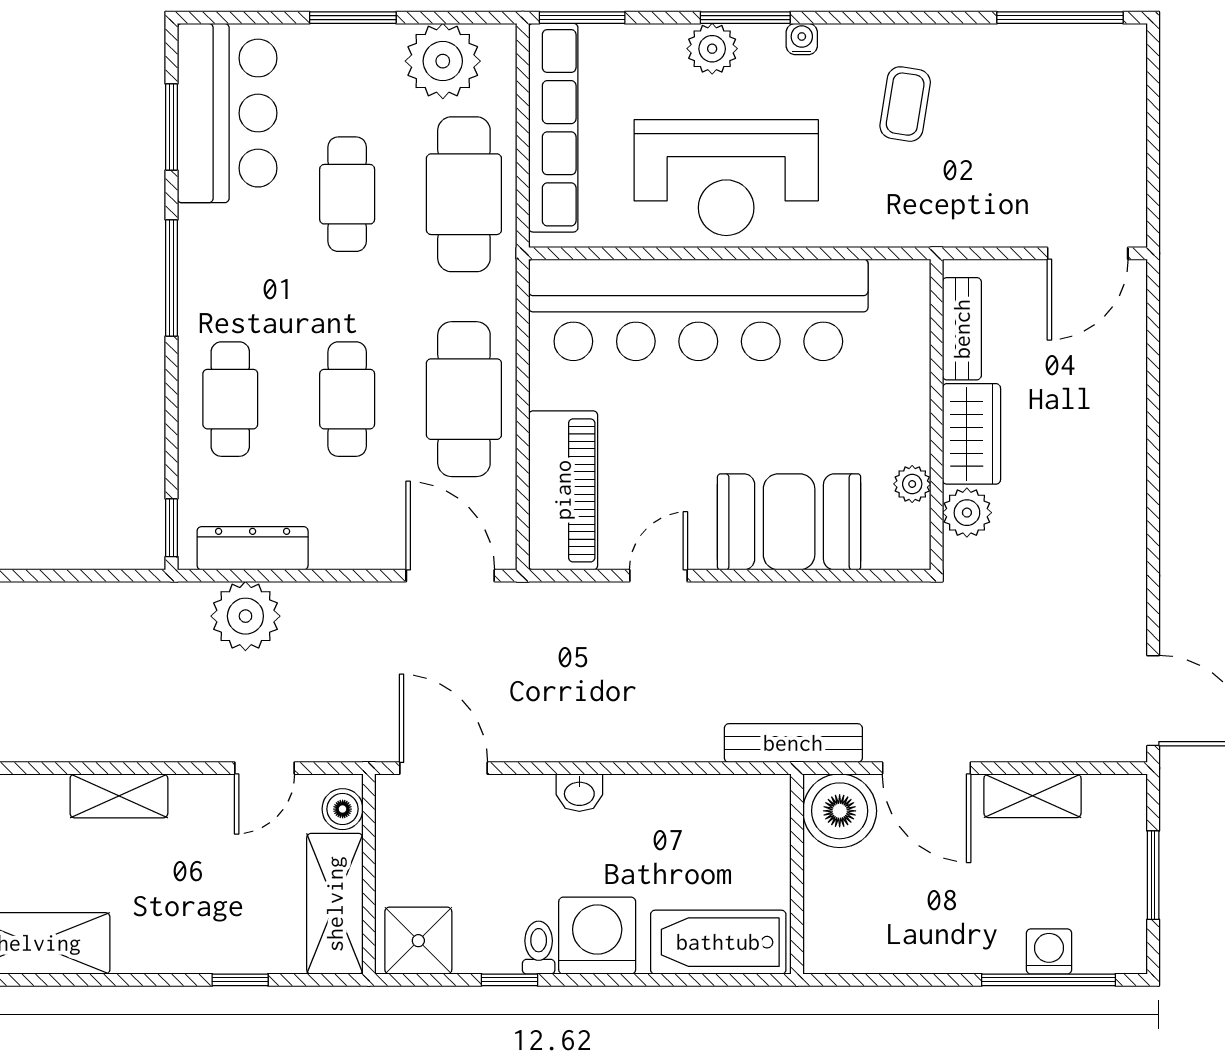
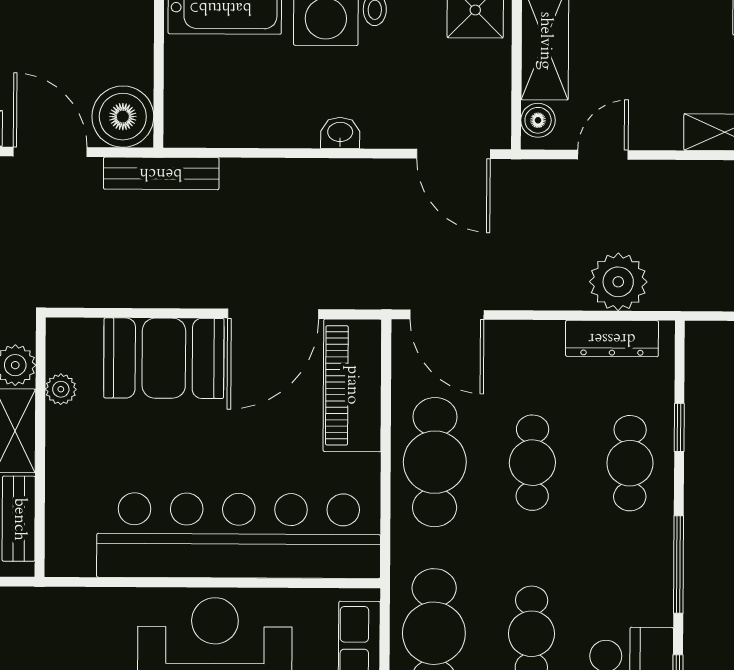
window: (172, 528) -> (679, 428), moved
door: (658, 576) -> (273, 314), width x1.87

